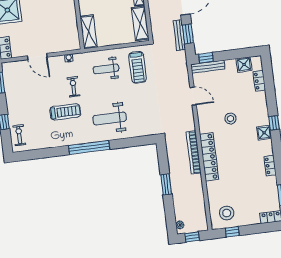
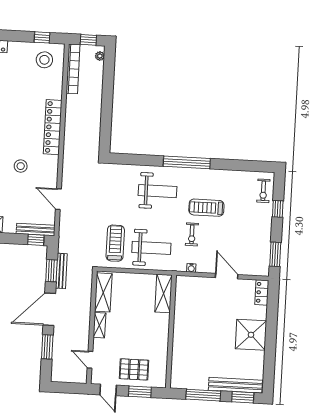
weight bench: (106, 69) -> (151, 248), width x1.36, depth x1.33
bookcase: (194, 152) -> (73, 69), moved
window: (166, 184) -> (107, 105), removed

